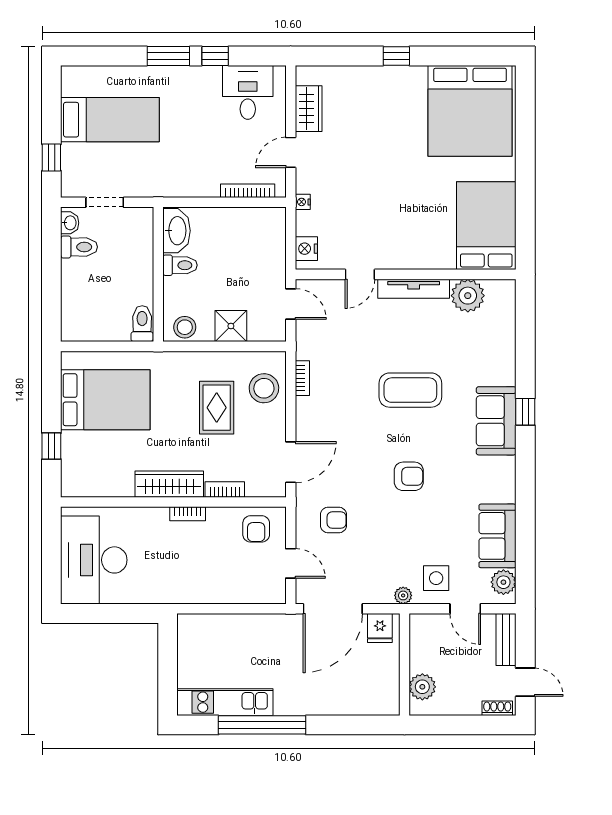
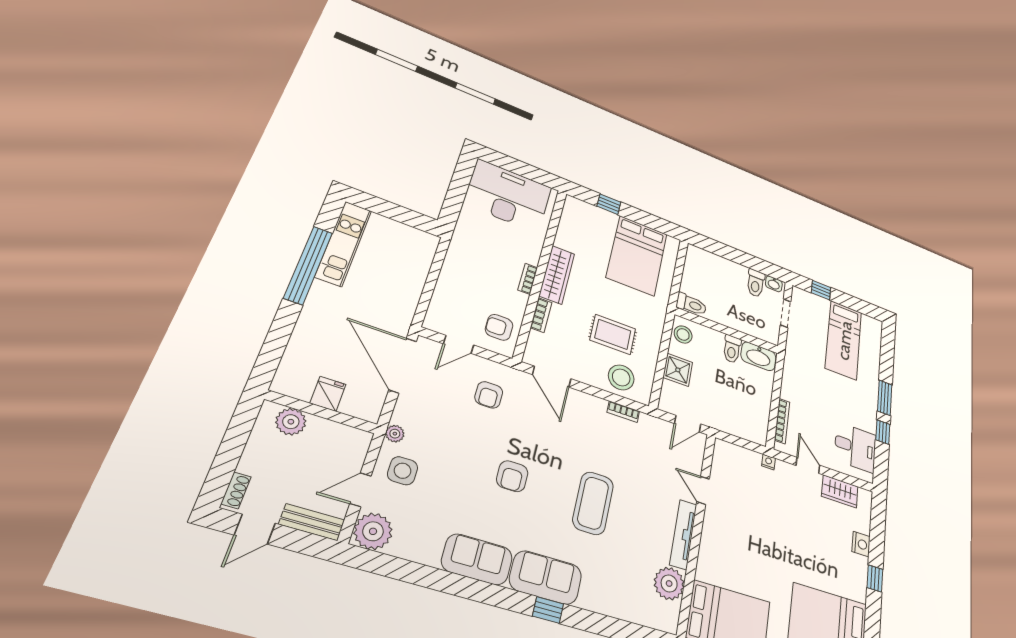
nightstand: (306, 249) -> (861, 544), moved, turned 90
sofa: (497, 536) -> (477, 559), moved
plant: (503, 582) -> (373, 531), width x1.36, depth x1.36
fridge: (380, 628) -> (328, 394), moved, turned 90

